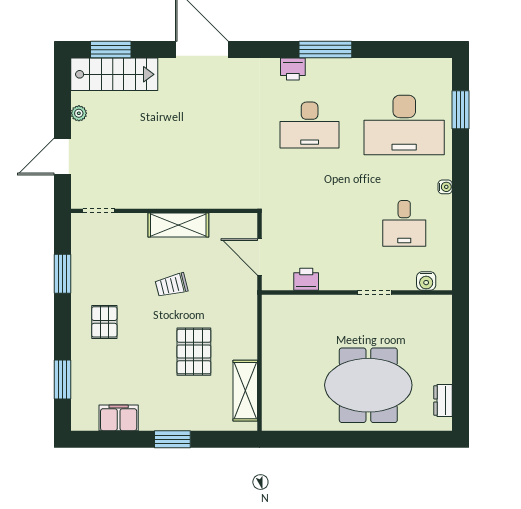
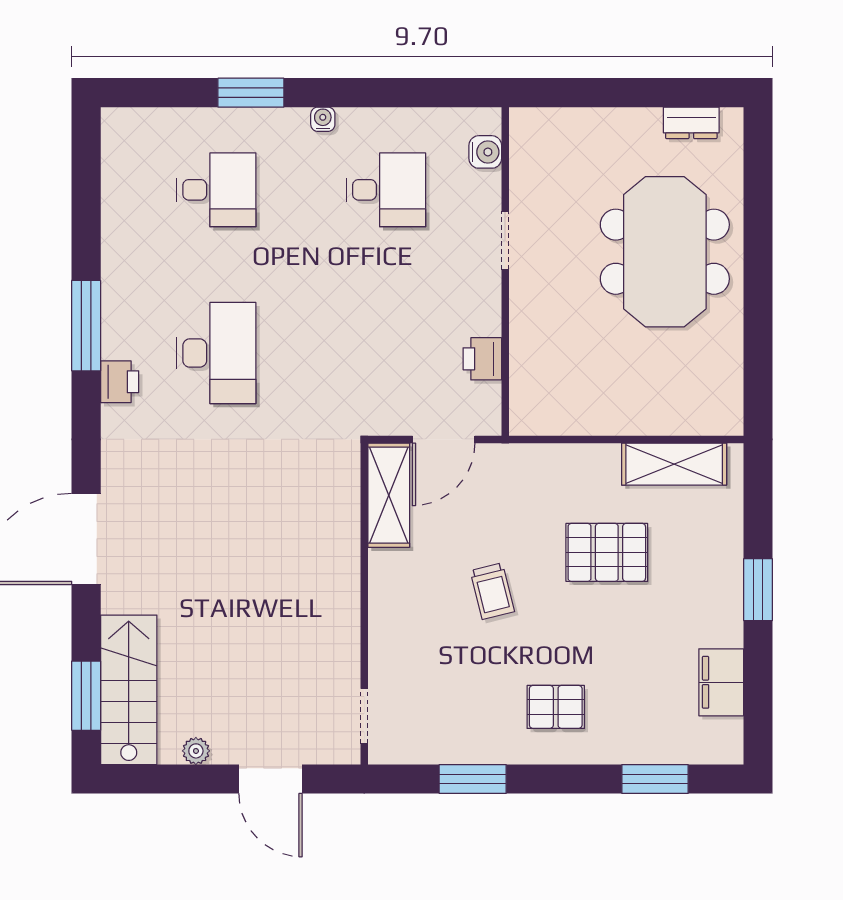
window: (461, 110) -> (251, 93), moved
desk: (404, 125) -> (216, 190), width x0.53, depth x0.77
shelving: (178, 225) -> (389, 495), moved

